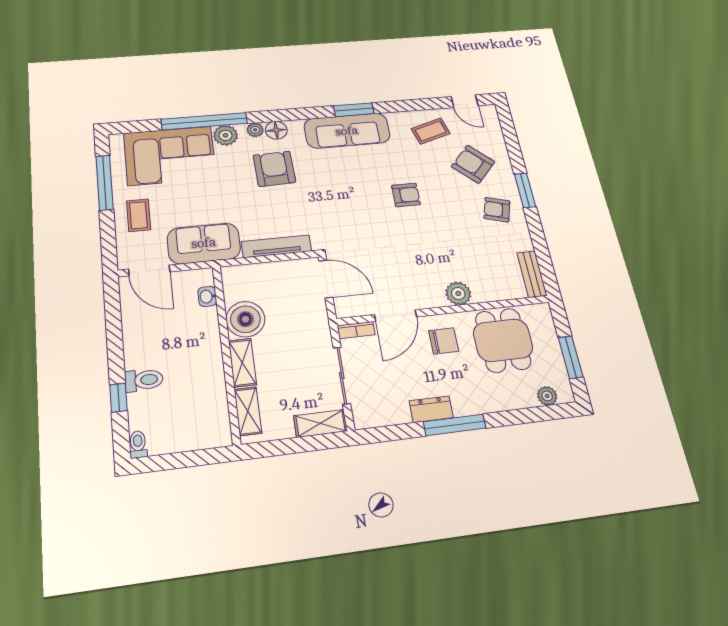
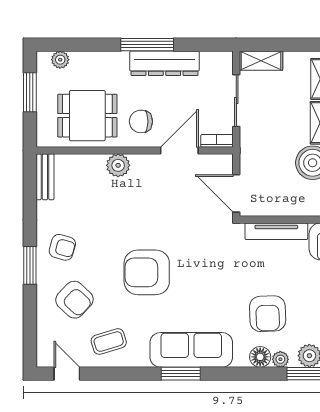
armchair: (406, 195) -> (147, 272), width x1.88, depth x1.88
dining table: (503, 340) -> (87, 116), turned 90
dresser: (431, 409) -> (165, 63), width x1.96, depth x1.24

